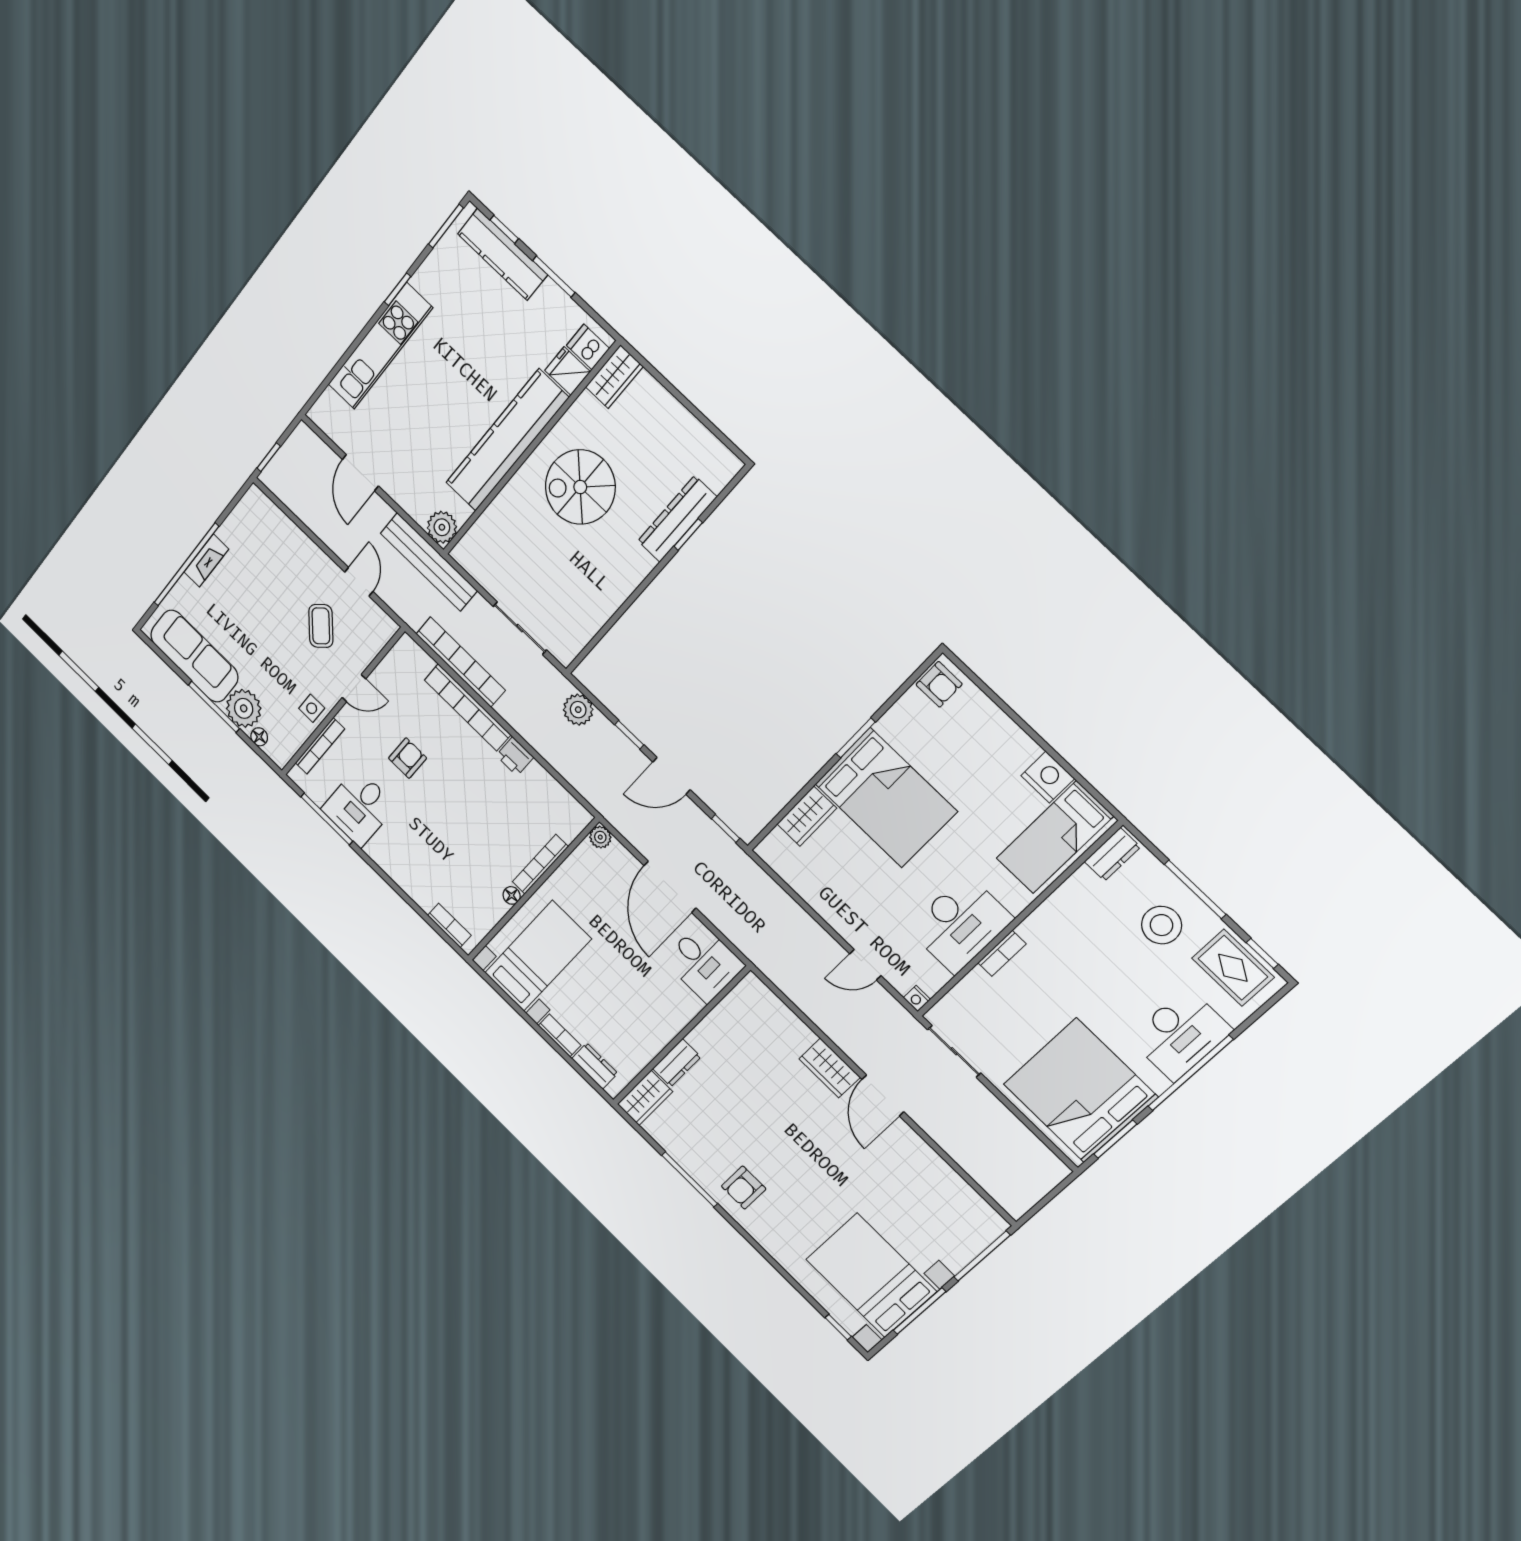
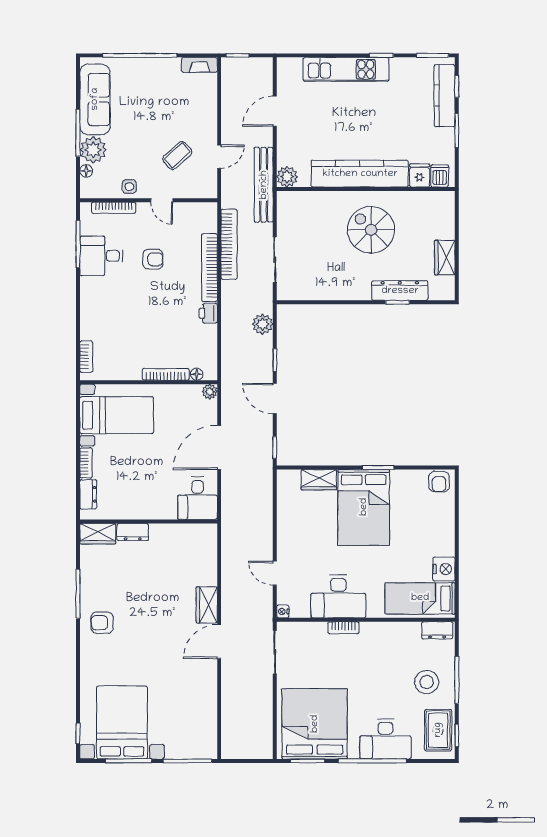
wardrobe: (614, 377) -> (445, 258), moved, turned 90
fireplace: (206, 561) -> (199, 65), moved
floor lamp: (512, 895) -> (197, 374), moved

